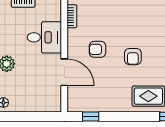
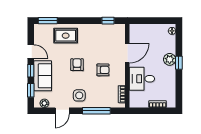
side table: (130, 15) -> (79, 95), added
door: (64, 72) -> (127, 53), swing flipped

